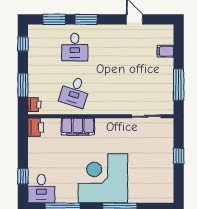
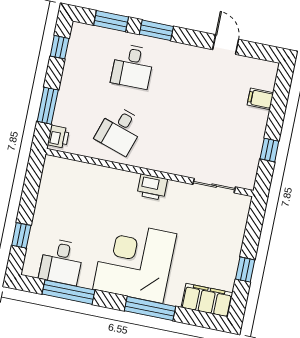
window: (179, 85) -> (269, 150), width x0.46
printer: (36, 127) -> (152, 187), moved, turned 90
filing cabinet: (78, 127) -> (207, 300), moved, turned 180
window: (179, 156) -> (245, 270), moved
desk: (41, 188) -> (61, 262), moved

